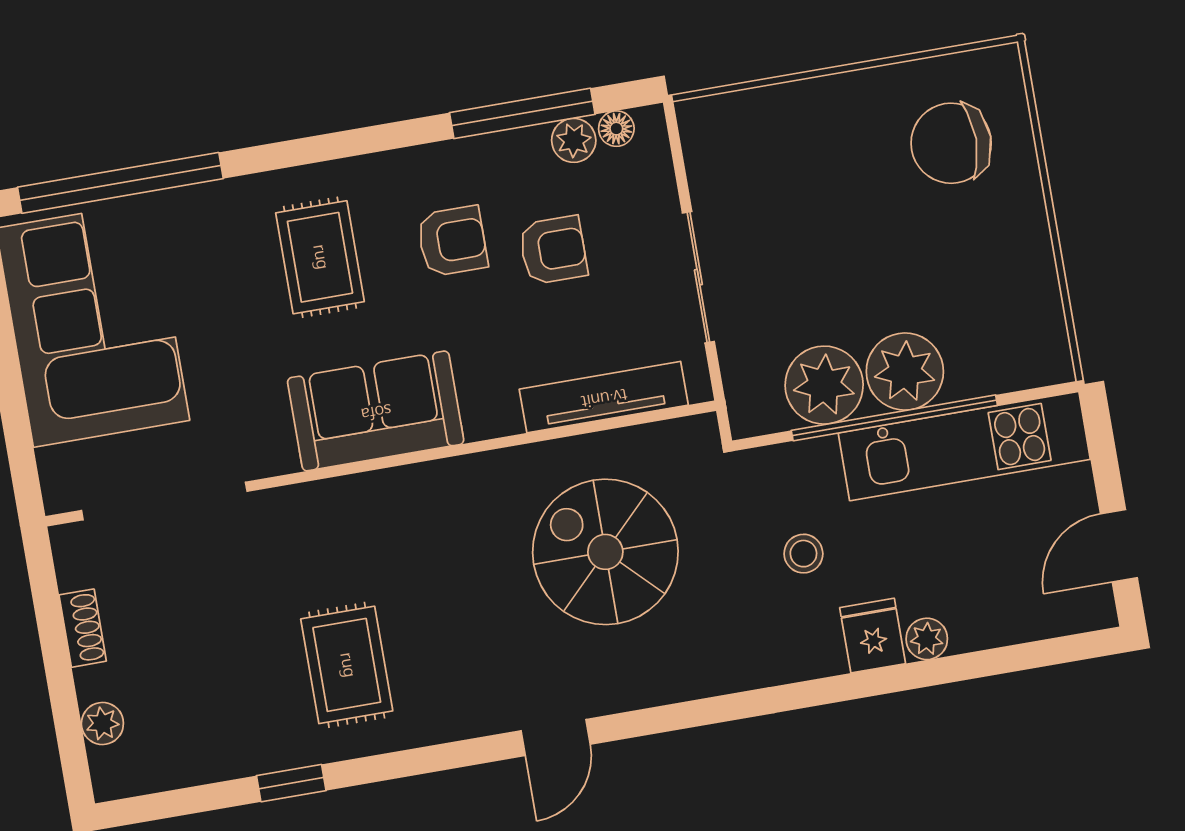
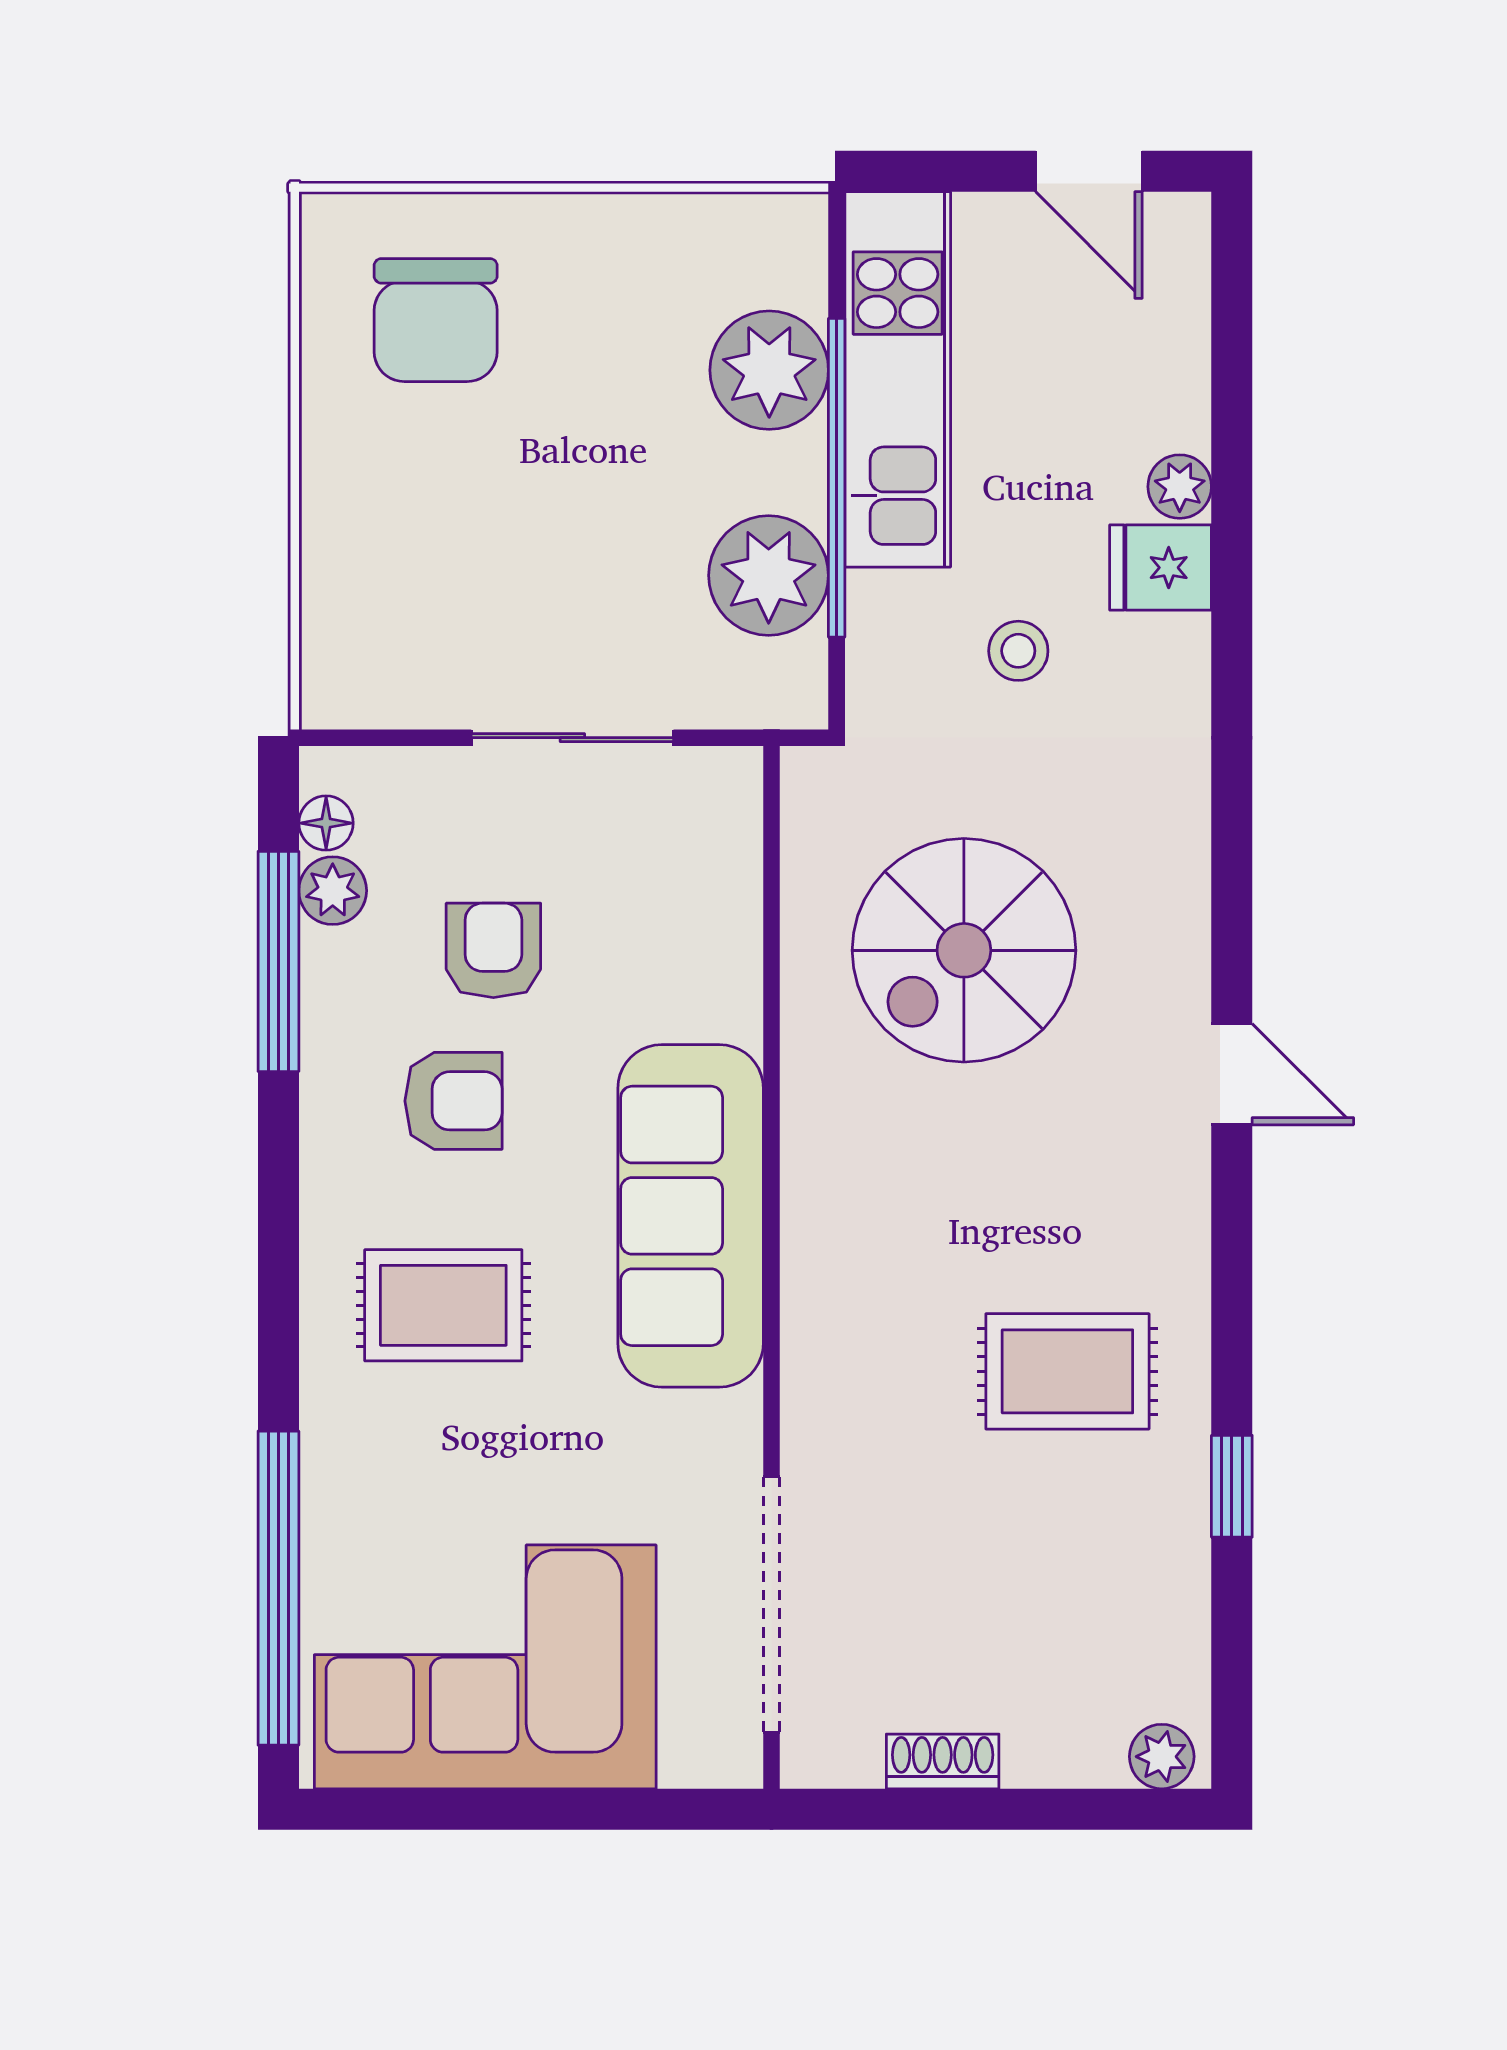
armchair: (452, 241) -> (453, 1101), turned 90
plant: (905, 372) -> (769, 370), moved
tv unit: (604, 397) -> (729, 912), removed
sofa: (376, 411) -> (691, 1216), width x1.36
plant: (102, 723) -> (1162, 1757), moved

